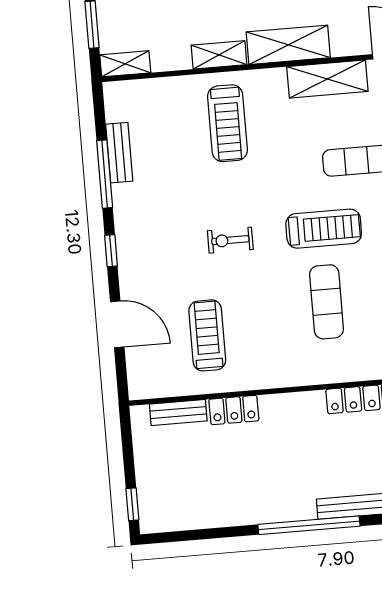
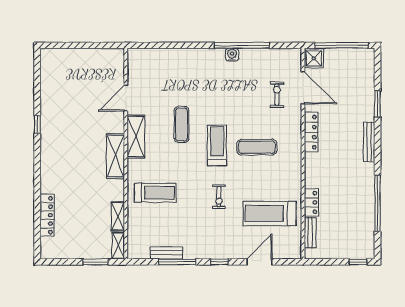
shelving: (219, 55) -> (118, 216), moved
treadmill: (207, 335) -> (270, 213), width x1.37, depth x1.38
window: (309, 525) -> (377, 203), moved

